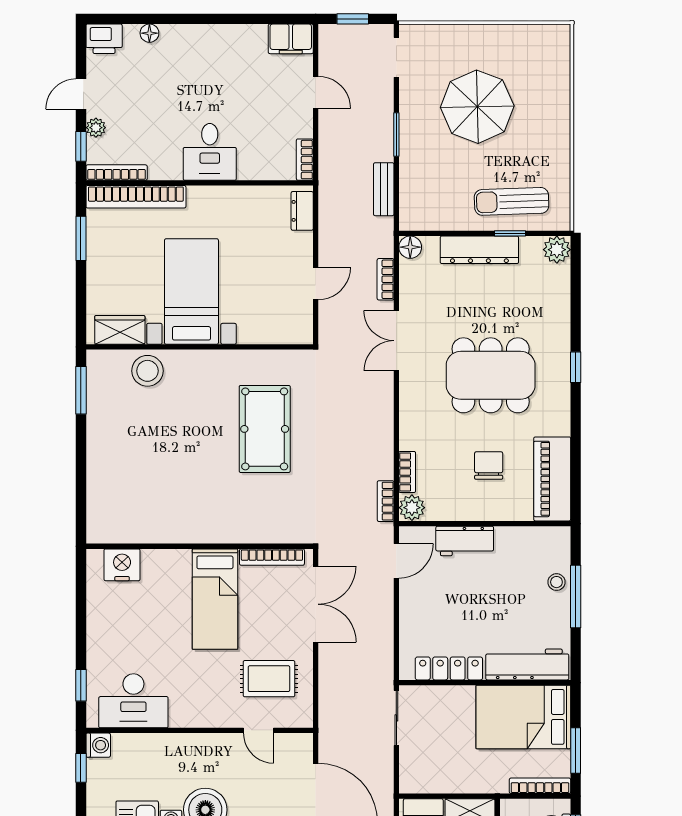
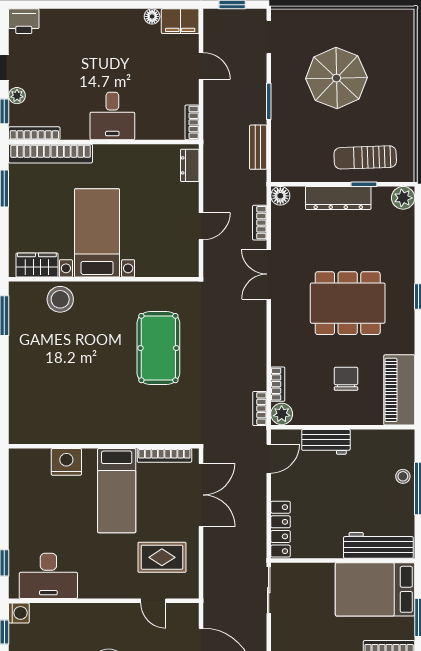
floor lamp: (149, 33) -> (152, 16), moved
nightstand: (122, 565) -> (66, 462), moved
locker: (449, 668) -> (281, 529), moved, turned 90

